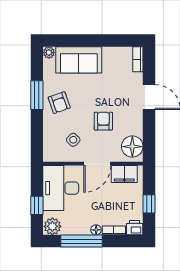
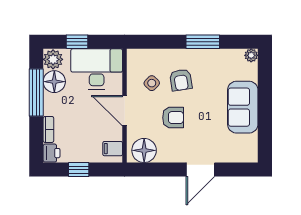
bookcase: (138, 59) -> (244, 157), removed
sofa: (79, 60) -> (243, 107), moved
armchair: (59, 103) -> (181, 80), moved, turned -80
filing cabinet: (124, 174) -> (113, 149), width x0.50
floor lamp: (96, 230) -> (54, 82), moved, width x1.89, depth x1.89

